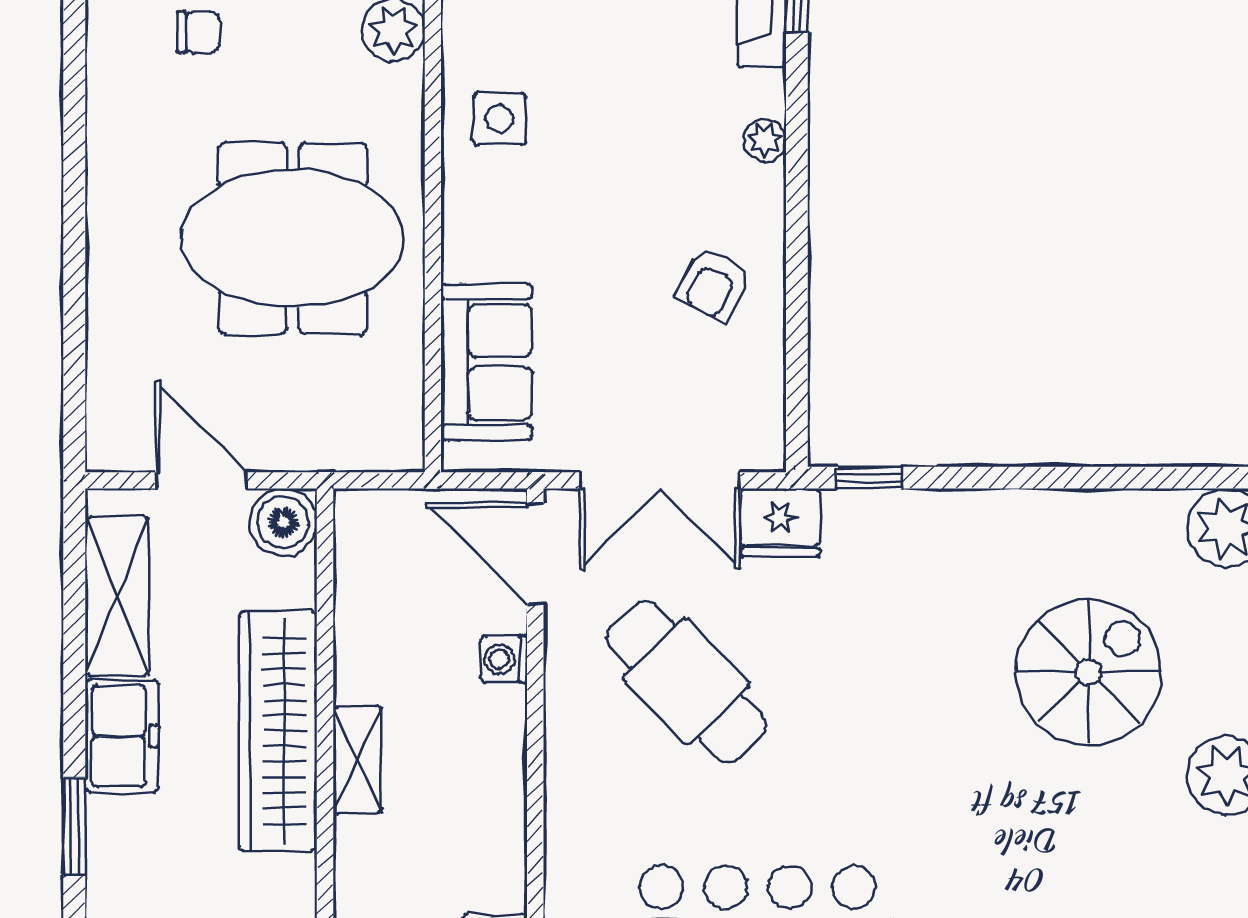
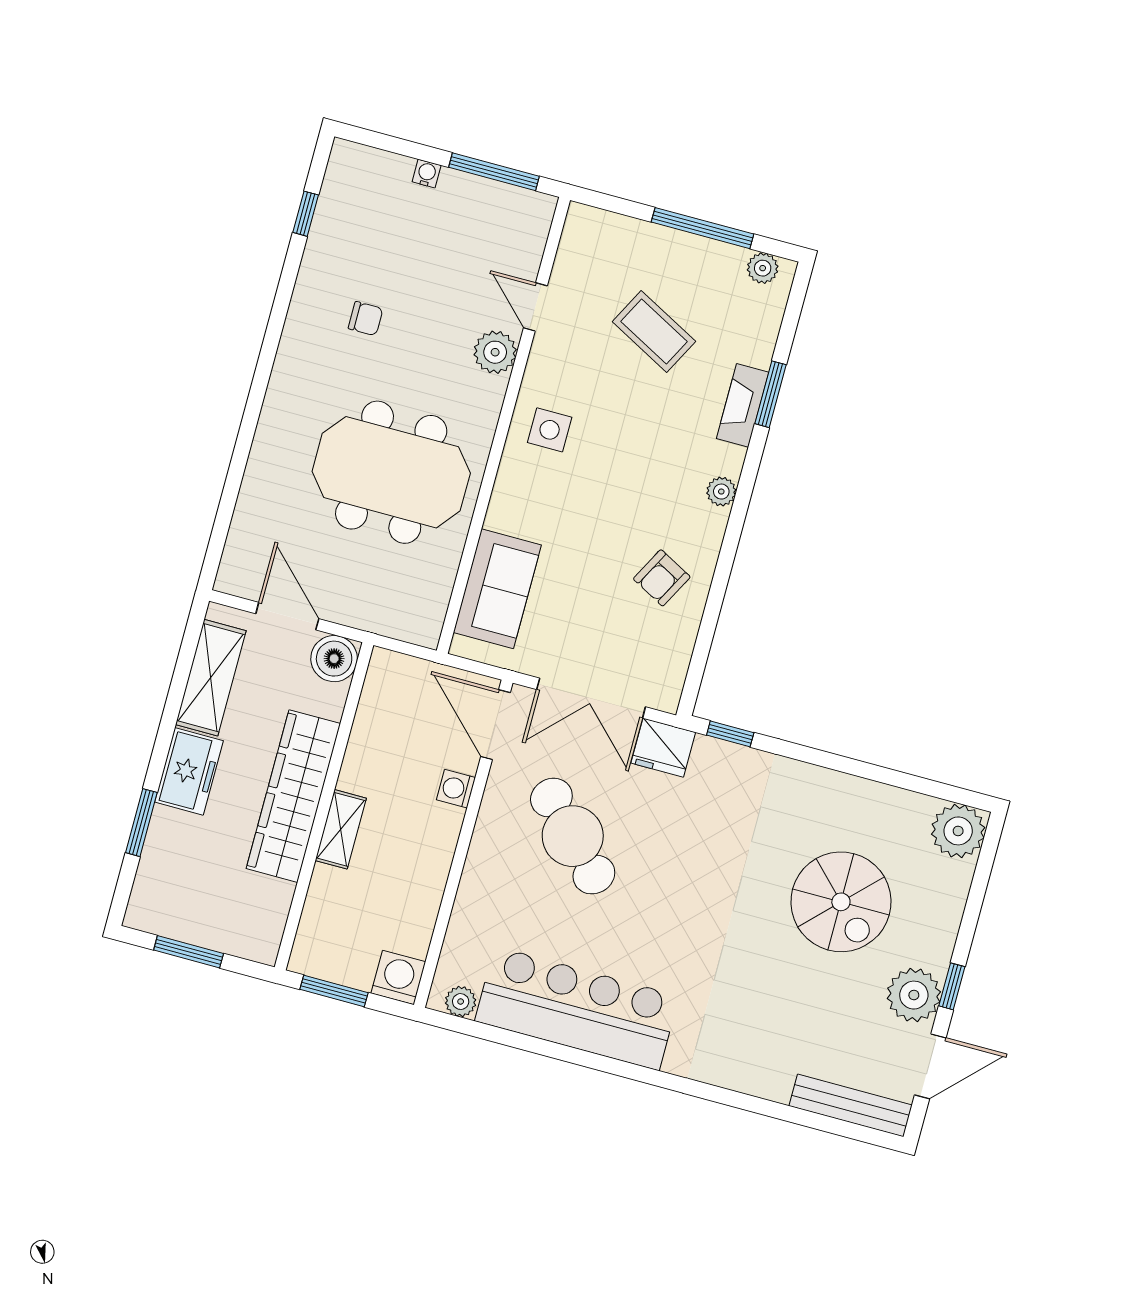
spiral stairs: (1089, 672) -> (841, 902), turned 90

